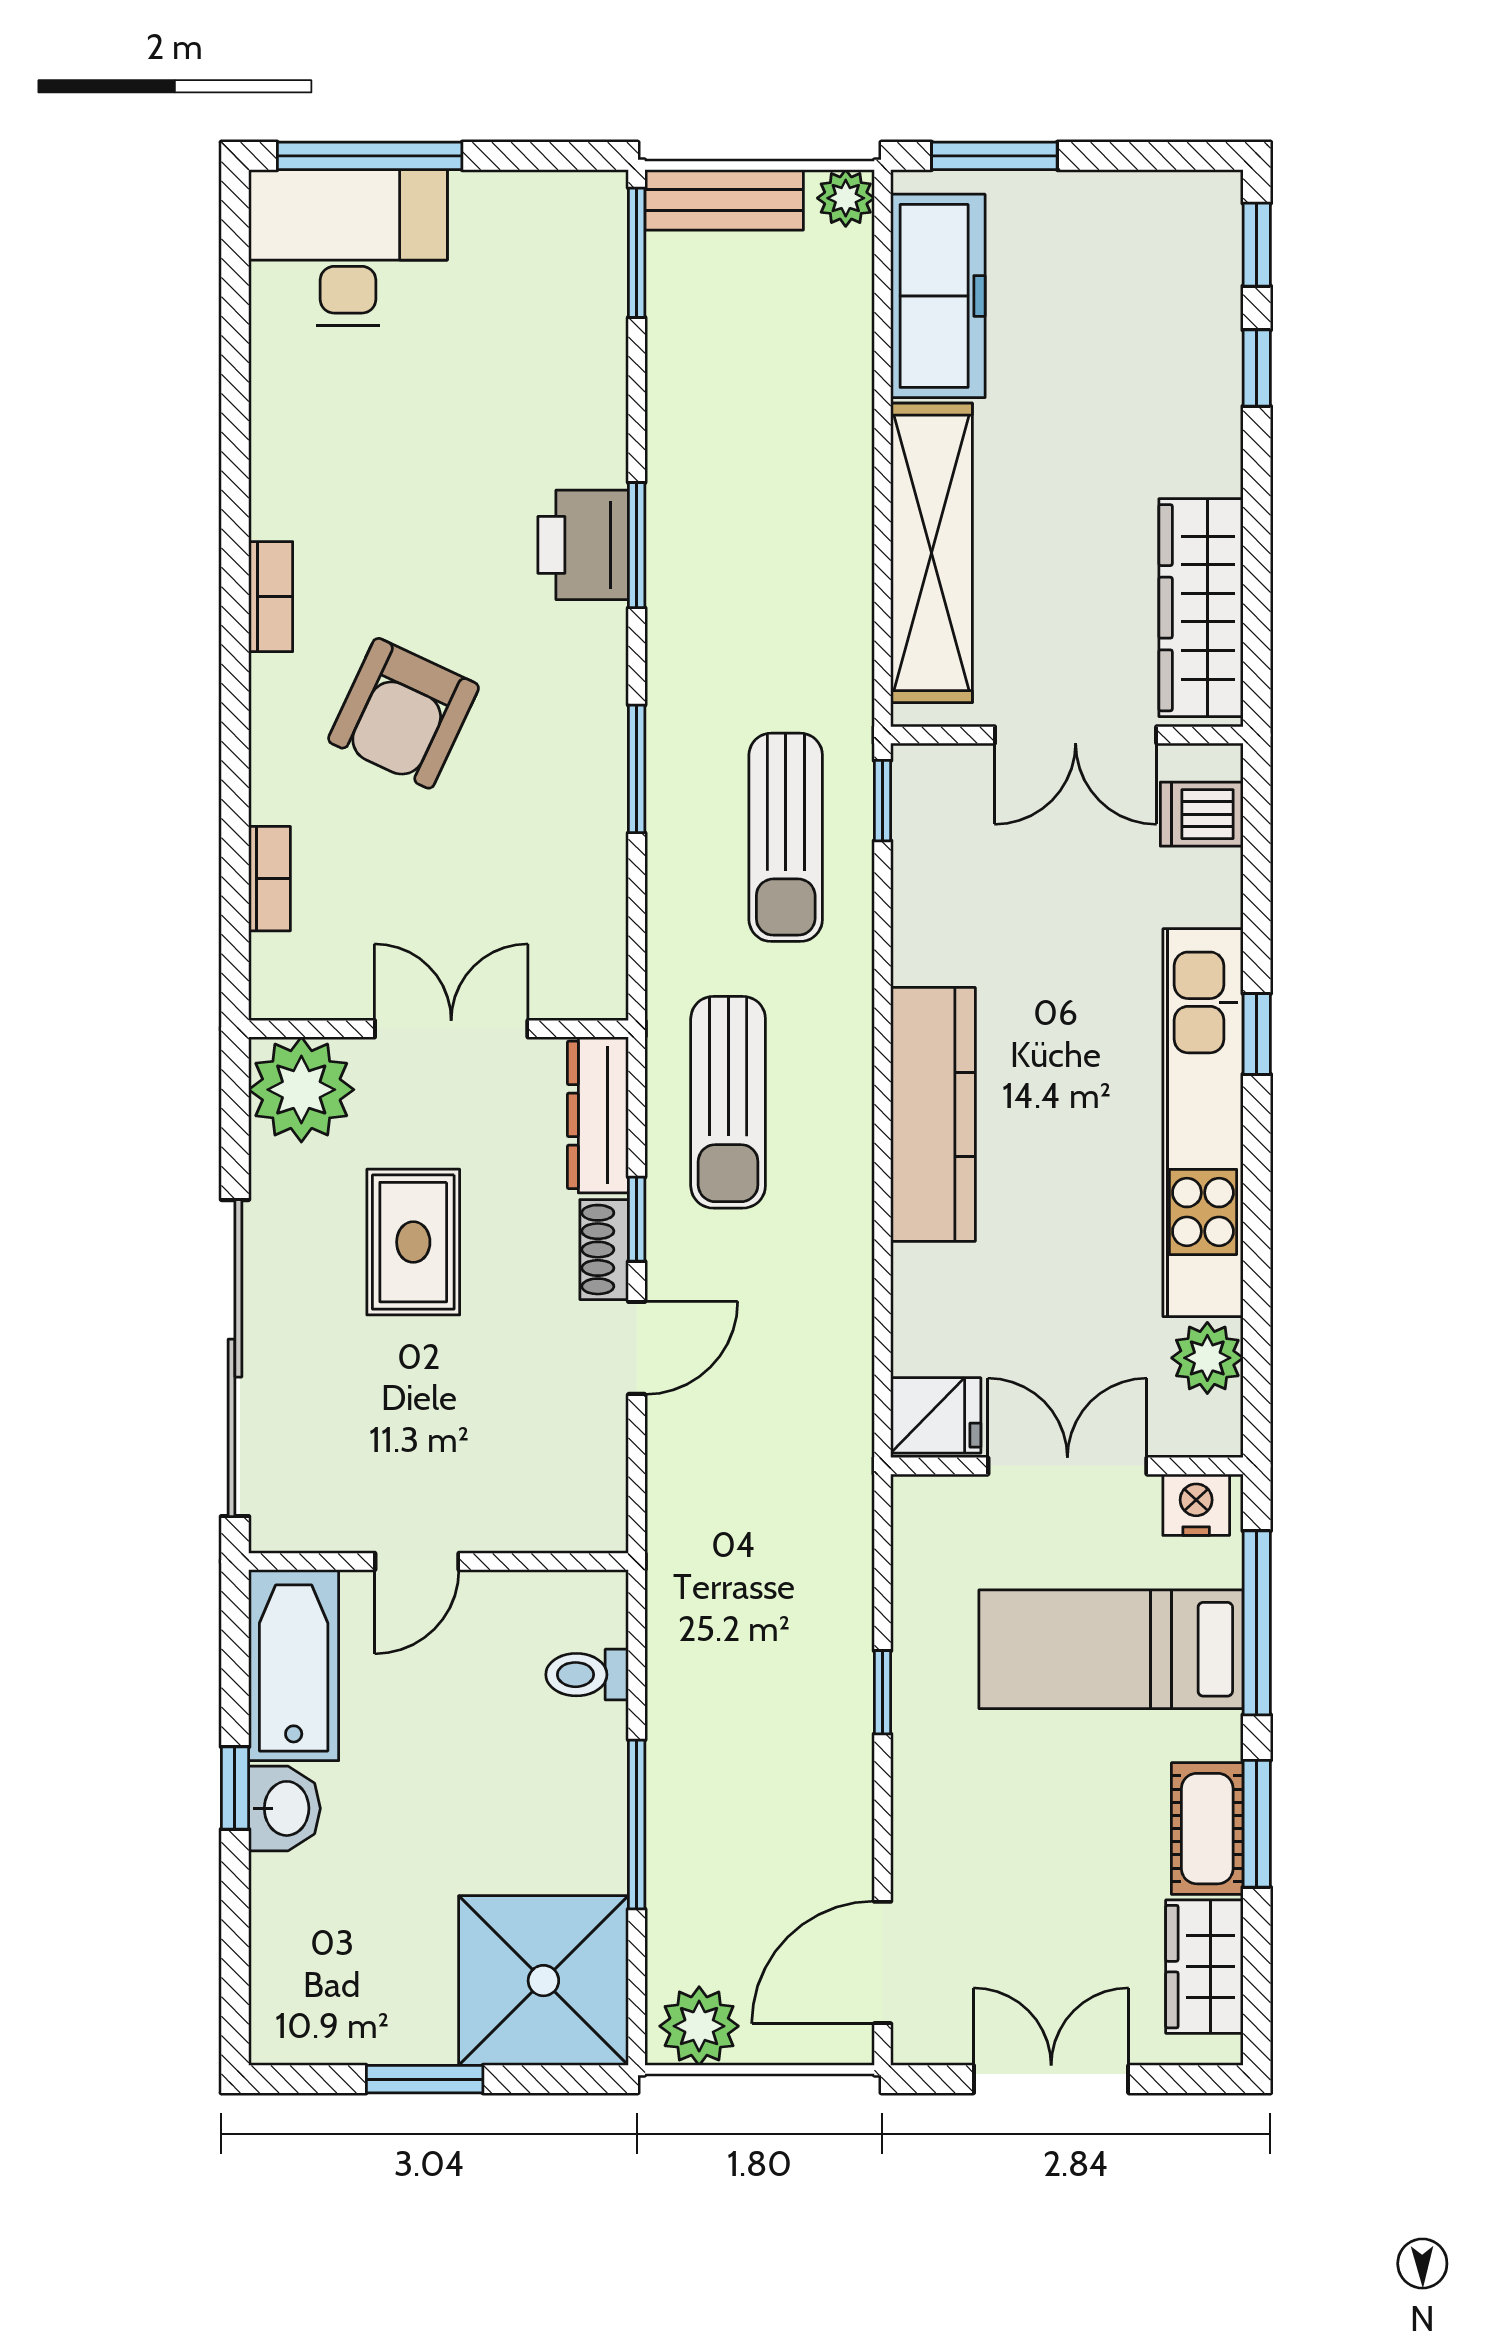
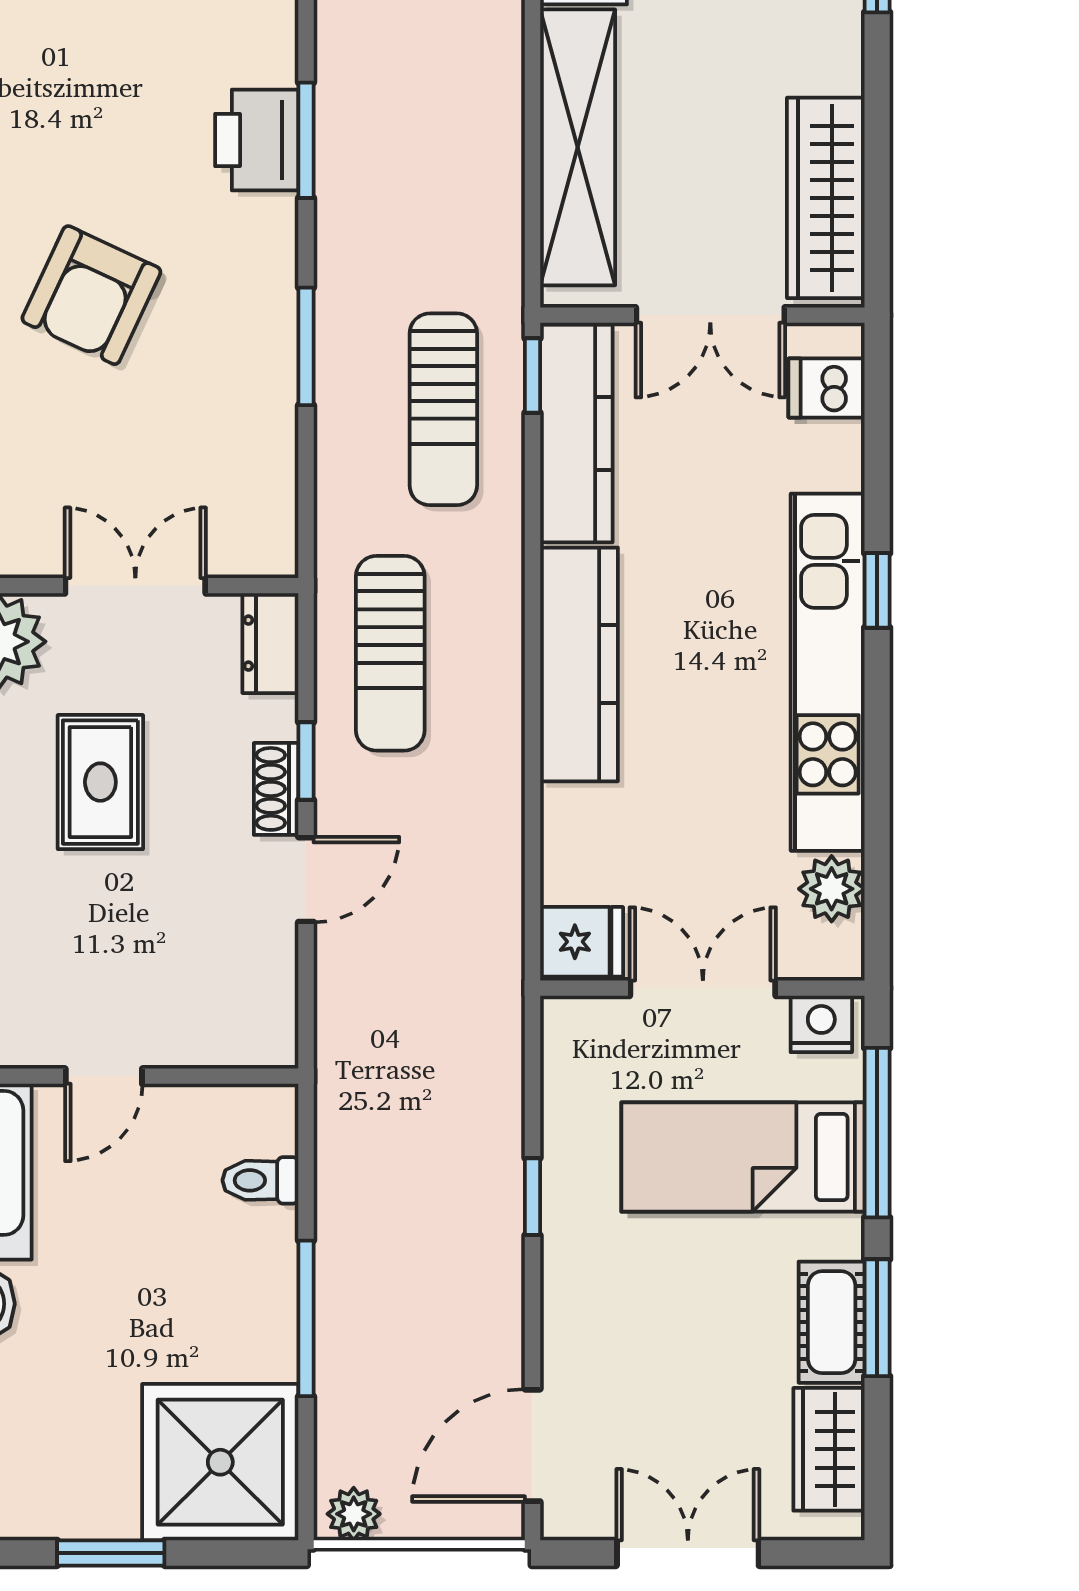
kitchen counter: (930, 864) -> (576, 434), added
dresser: (598, 1115) -> (270, 643), width x0.70
plant: (699, 2026) -> (354, 1514), width x0.73, depth x0.73

